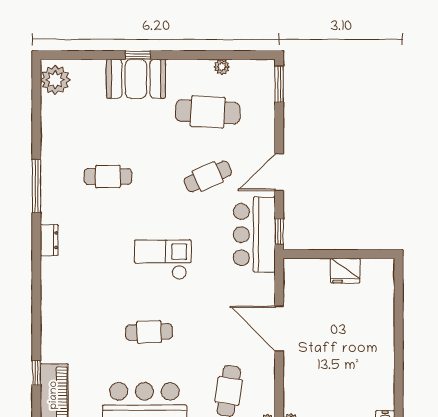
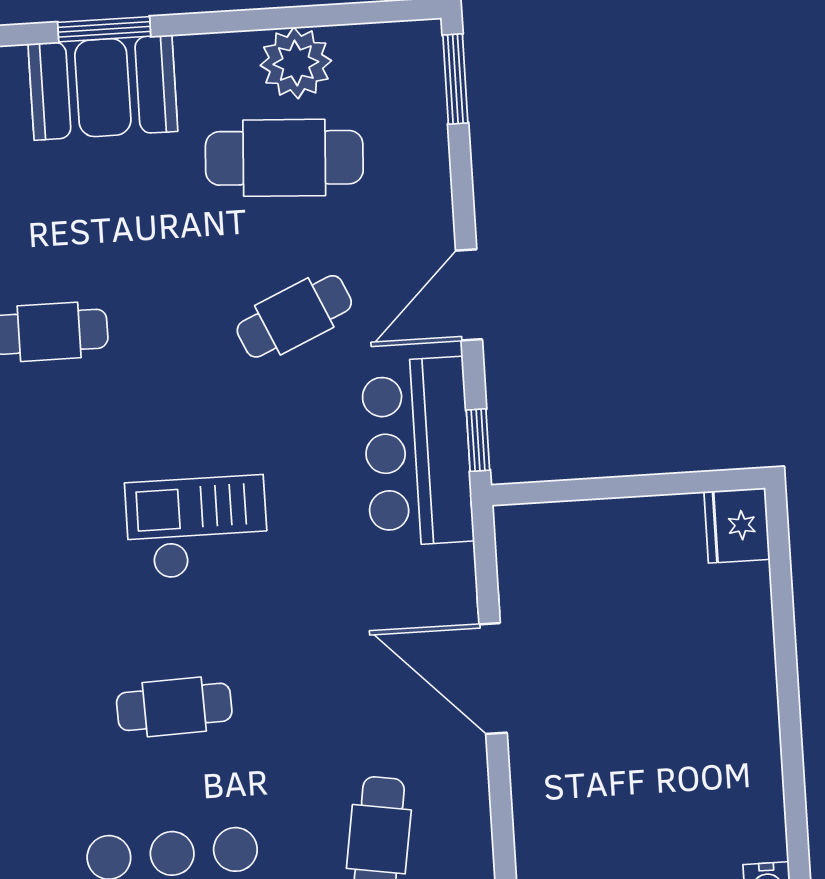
window: (138, 55) -> (104, 29), width x1.50
plant: (222, 67) -> (296, 63), width x1.88, depth x1.88
fridge: (345, 271) -> (737, 525), moved, turned 90

